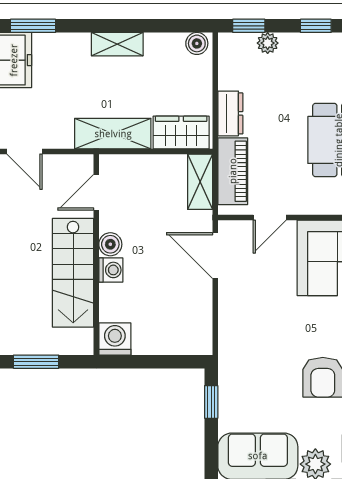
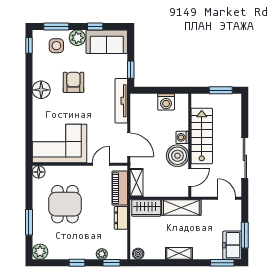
boiler: (110, 244) -> (177, 156), width x1.86, depth x1.86
washing machine: (115, 339) -> (166, 102), moved
tv unit: (230, 341) -> (121, 101), added

